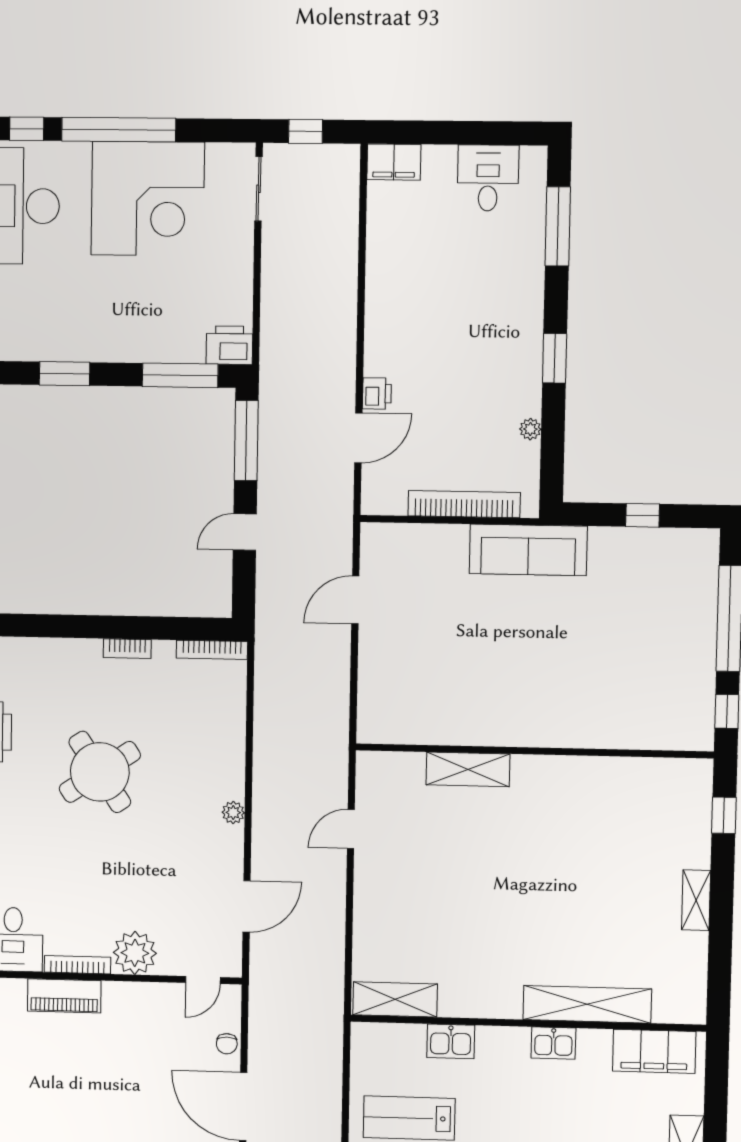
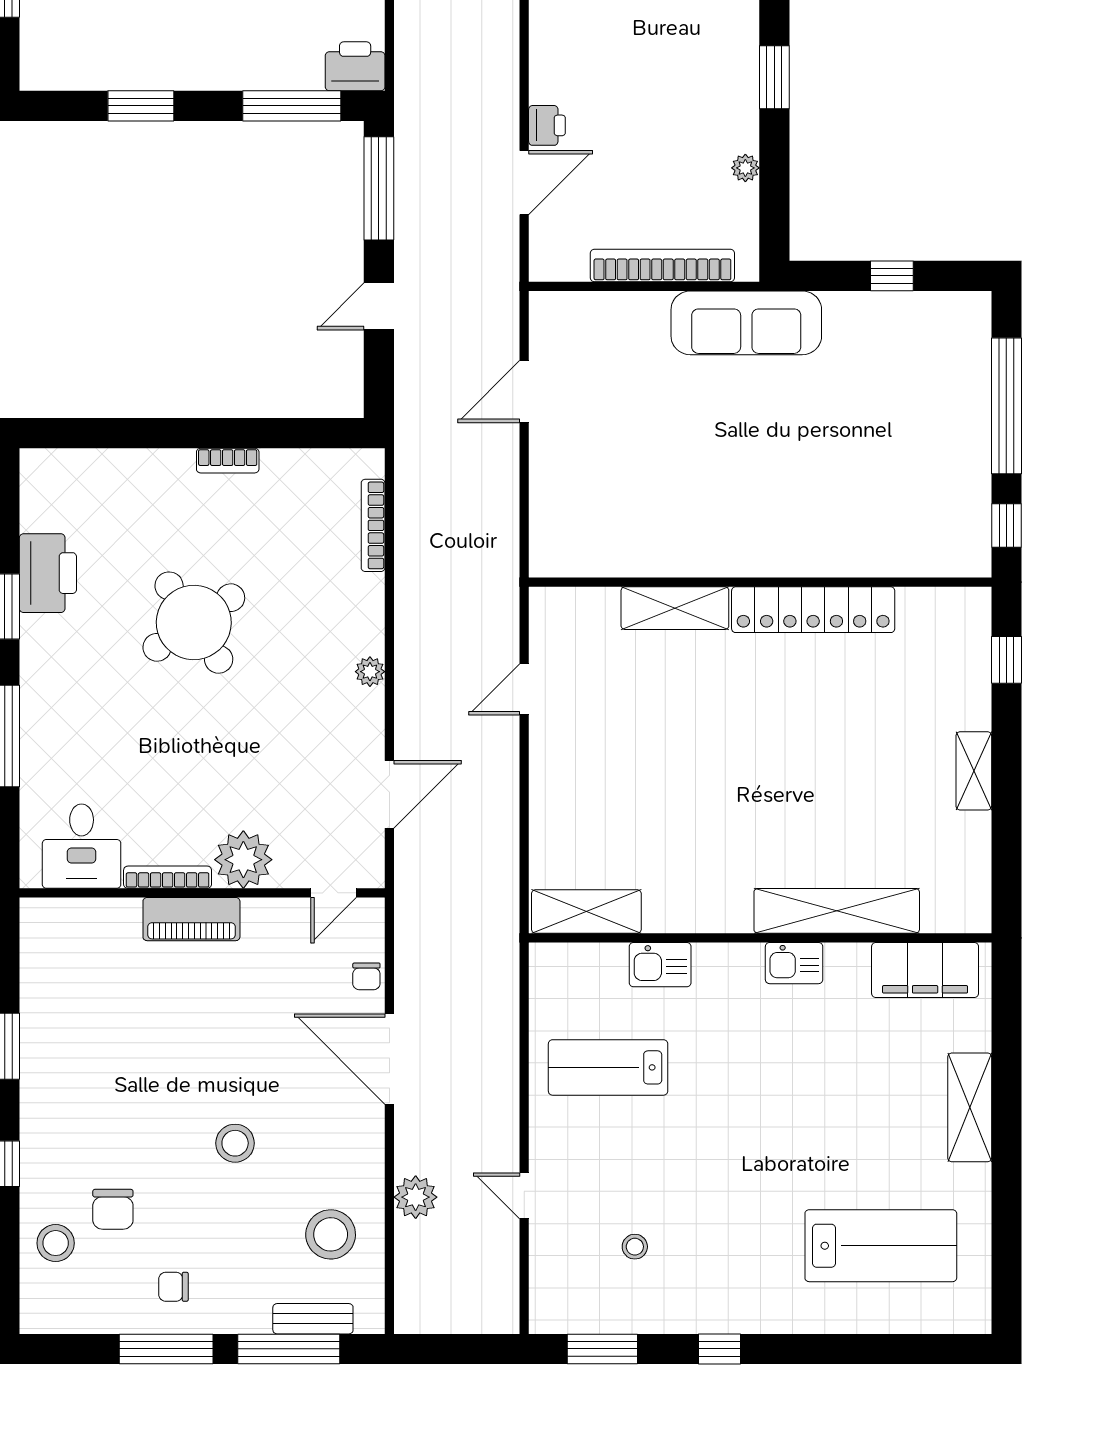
bookcase: (212, 650) -> (373, 525), moved, turned 90
locker: (575, 773) -> (813, 610), added
piano: (64, 996) -> (191, 919), moved

